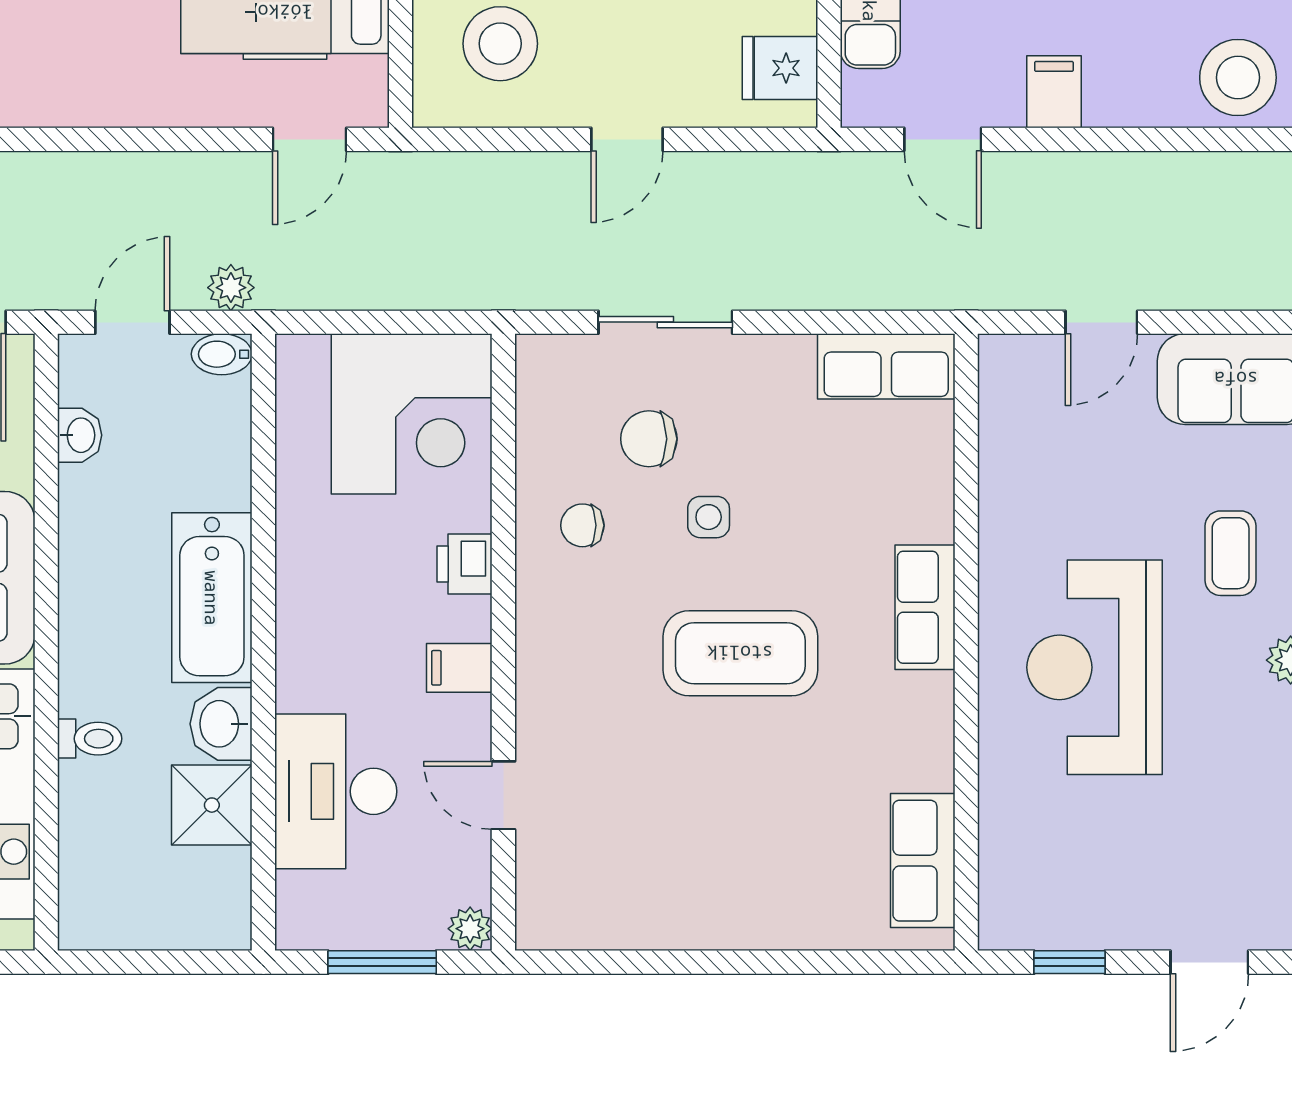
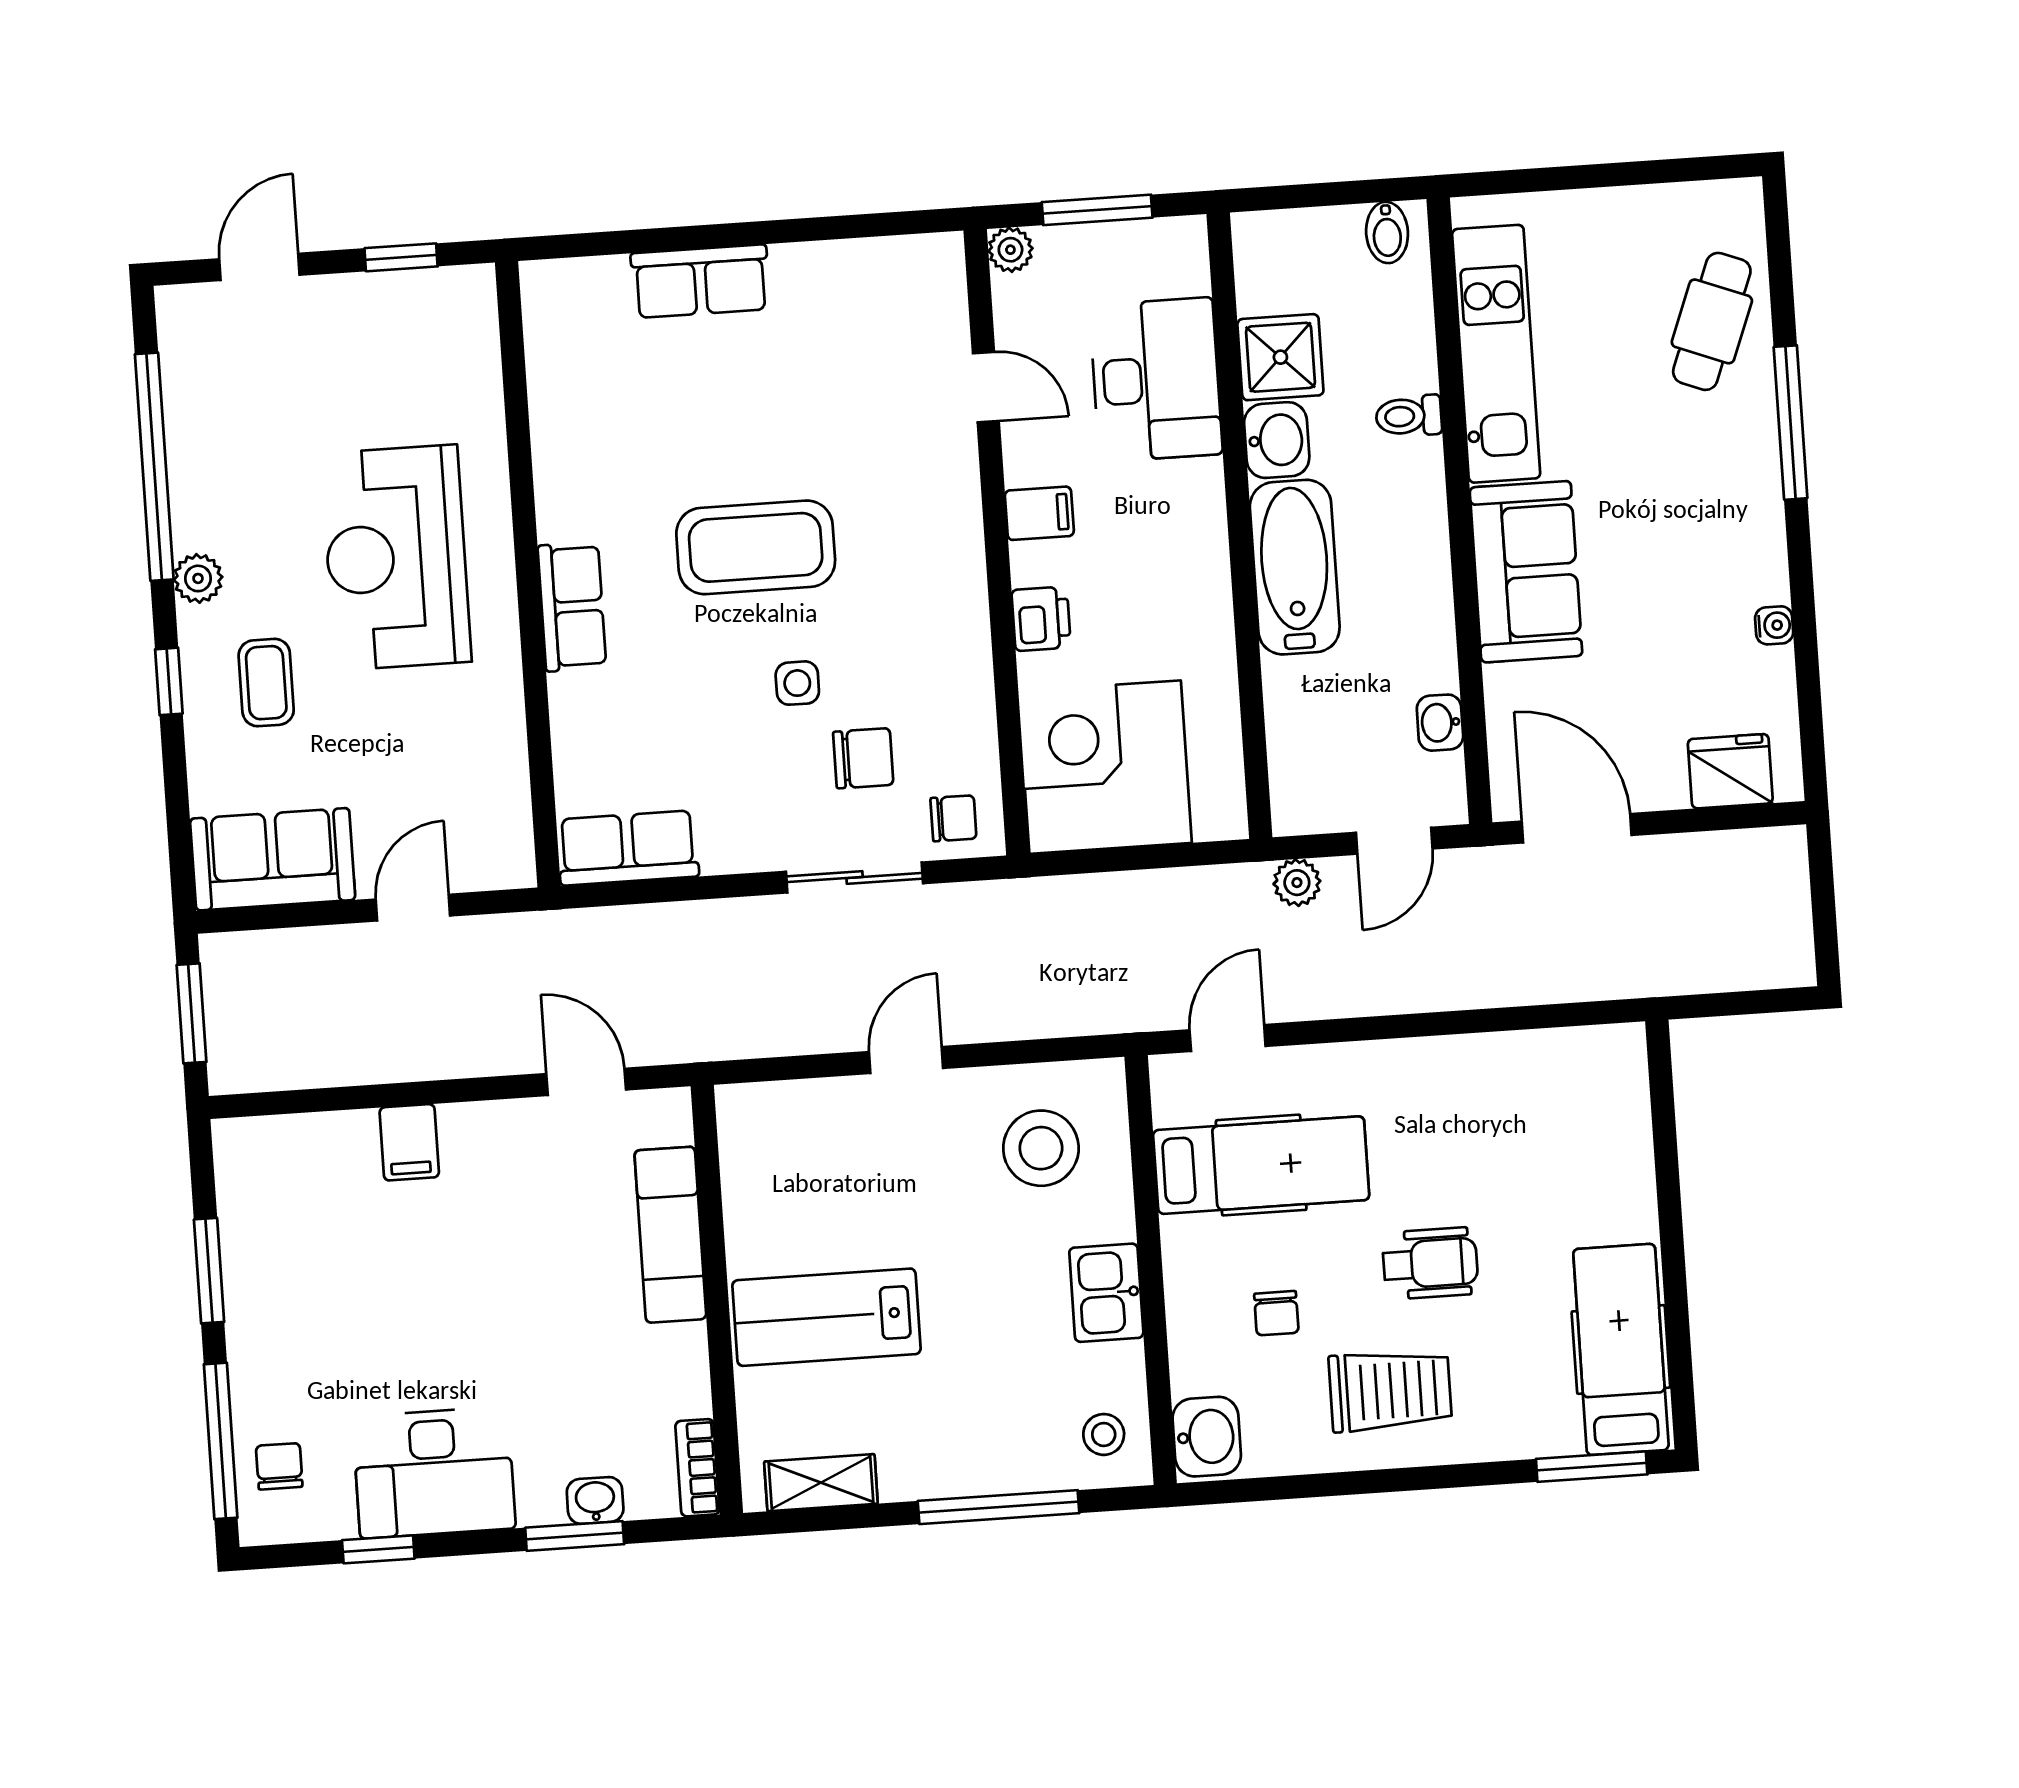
fridge: (780, 68) -> (756, 1143), removed
stool: (1238, 78) -> (292, 1165), removed
filing cabinet: (1054, 92) -> (409, 1142), moved
bidet: (222, 354) -> (1387, 233), moved, turned 90
chair: (582, 525) -> (953, 818), moved
reception desk: (1095, 667) -> (396, 558), turned 180
row of seats: (923, 861) -> (700, 281), moved, turned 90

